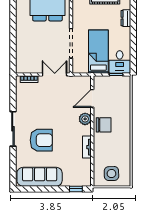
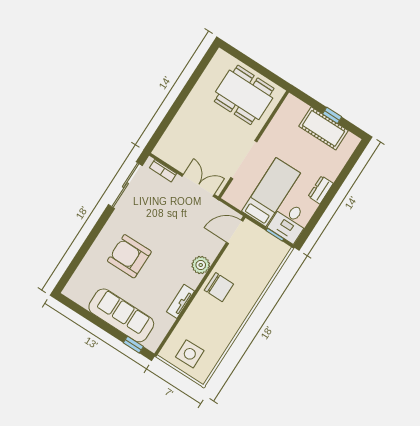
dresser: (126, 18) -> (321, 190), moved
door: (92, 98) -> (235, 232), moved
sliding door: (13, 129) -> (125, 185), moved
armchair: (41, 140) -> (129, 256), turned 180
sofa: (40, 177) -> (121, 315), moved

